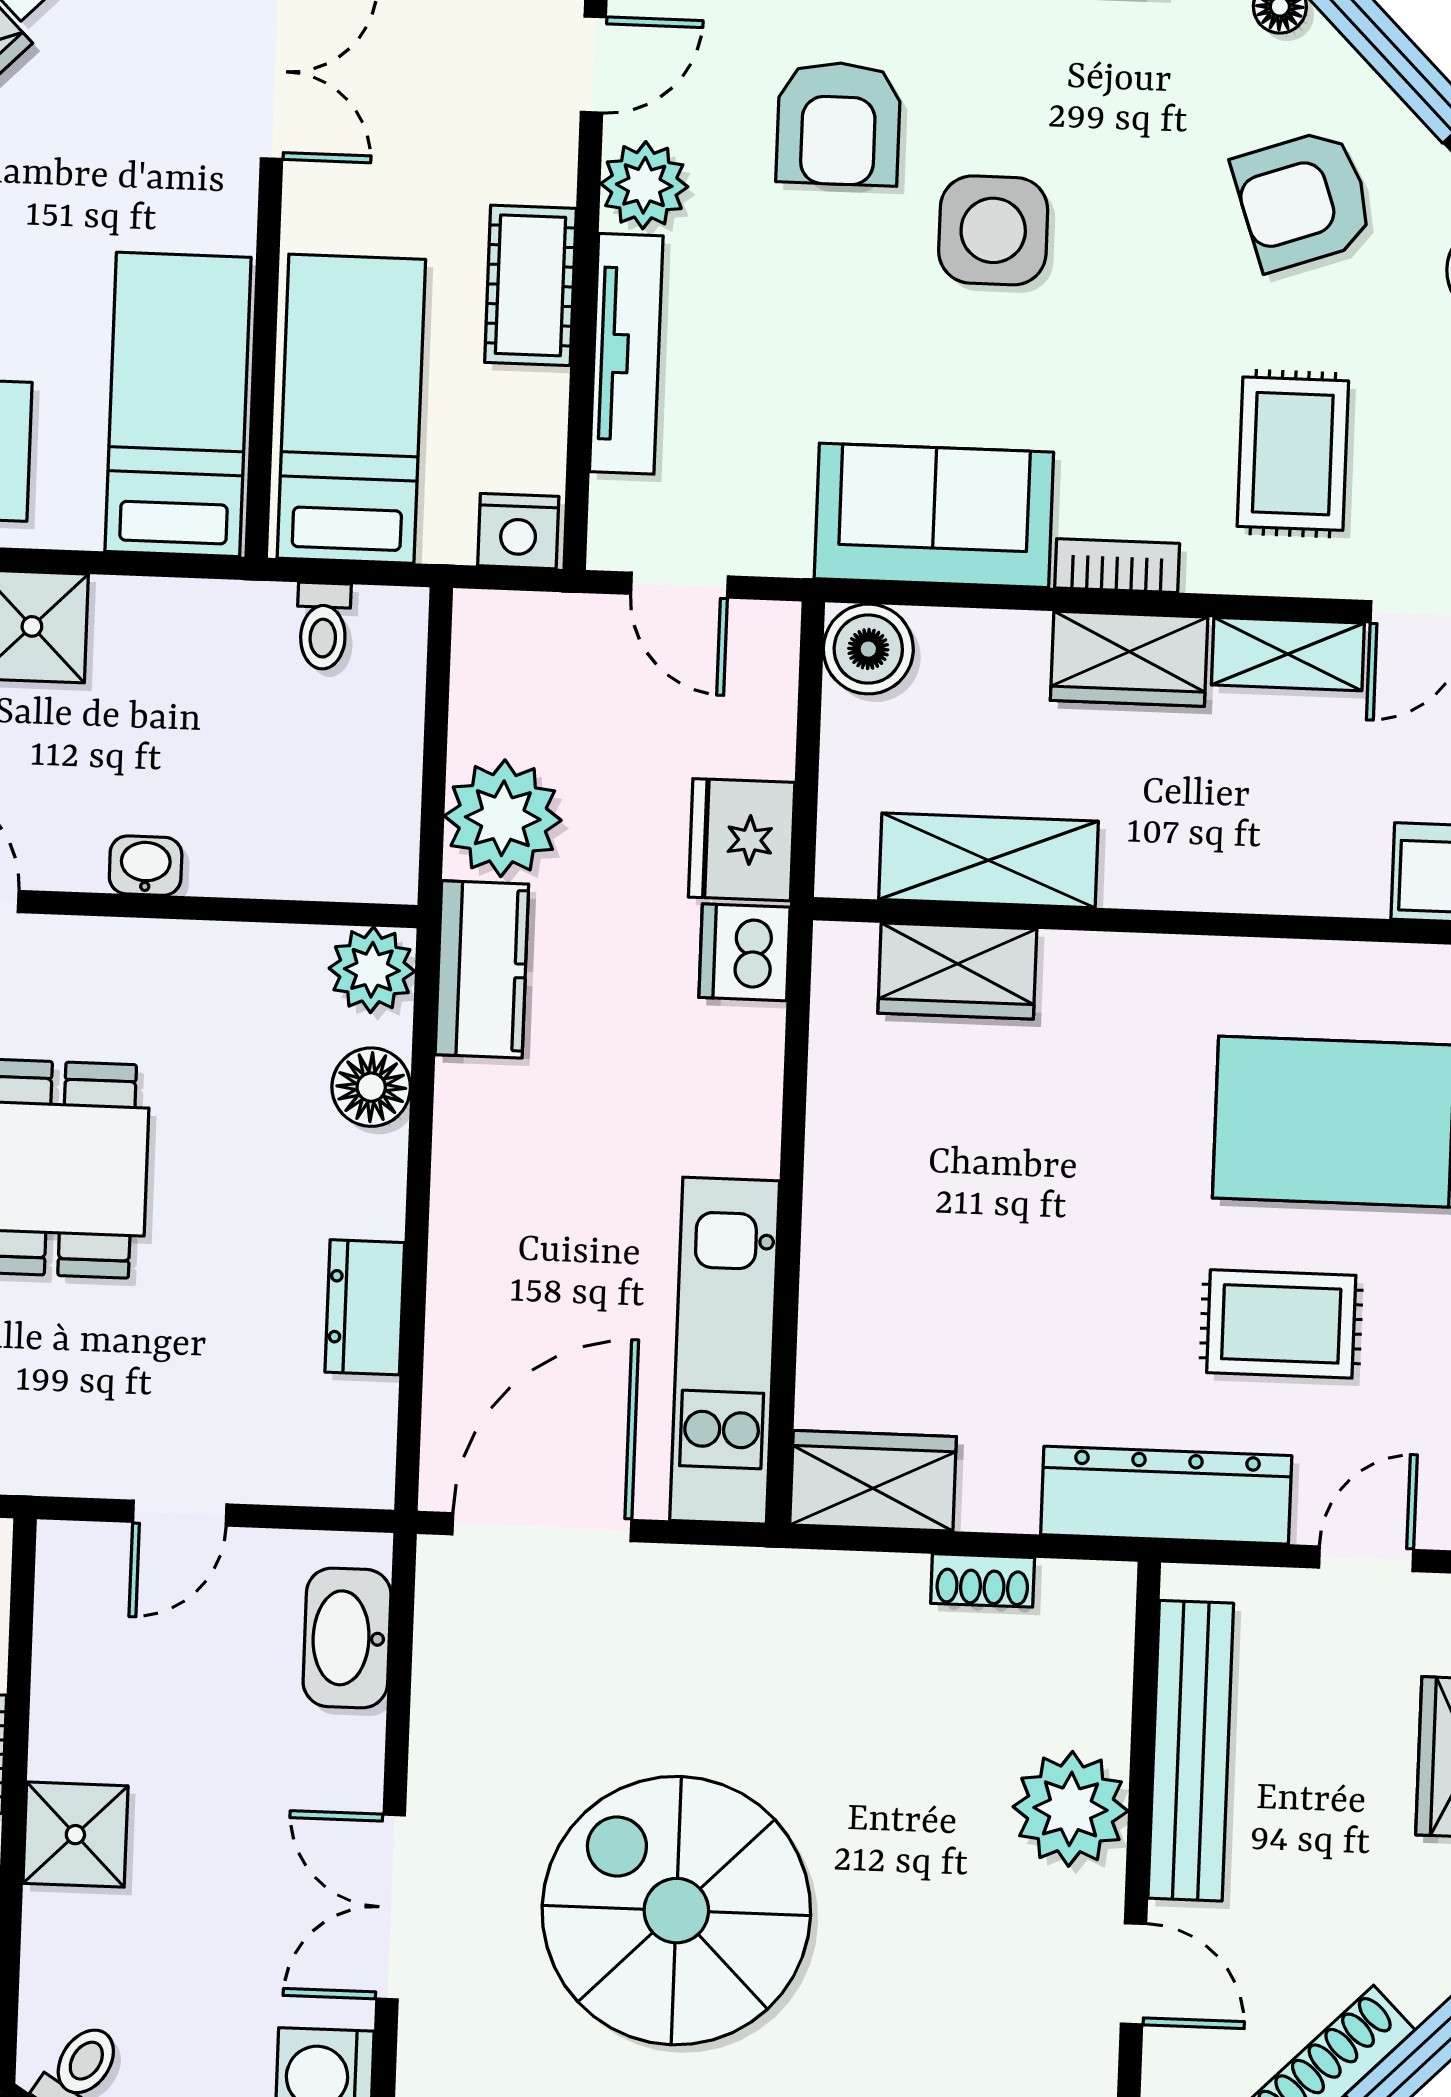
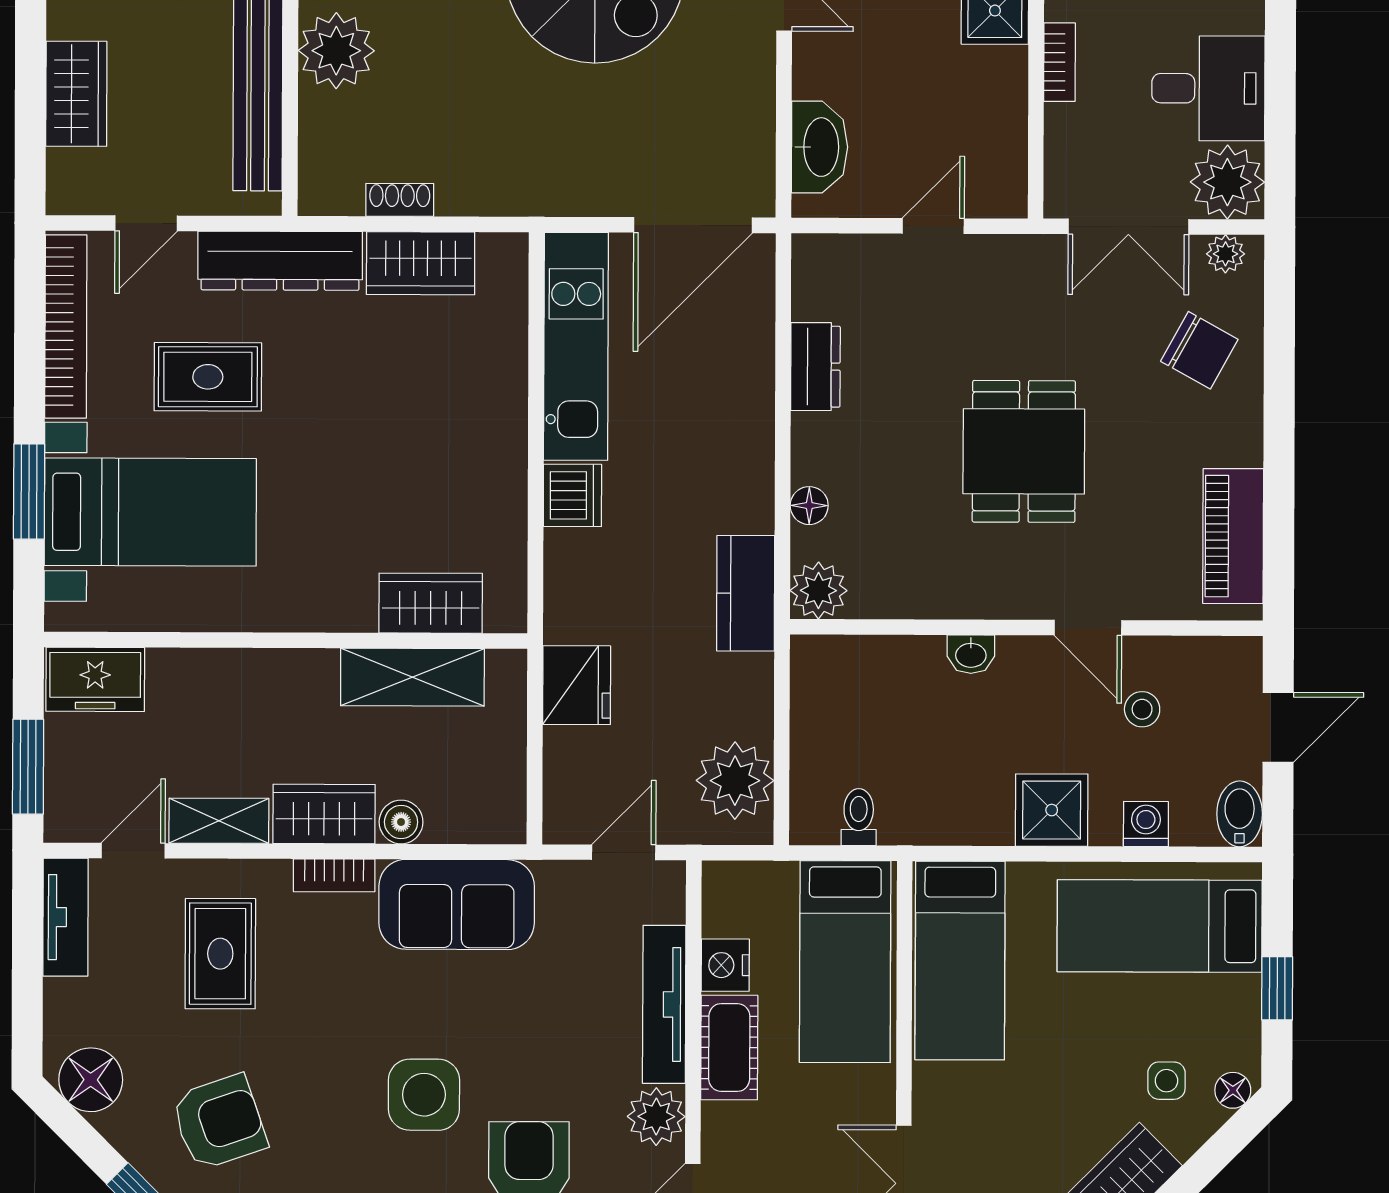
nightstand: (518, 531) -> (725, 965), moved, turned -90
door: (679, 585) -> (624, 852), hinge flipped
boiler: (868, 649) -> (401, 822), moved, width x0.73, depth x0.73
plant: (503, 818) -> (735, 781), moved
dishwasher: (744, 952) -> (572, 495), moved
floor lamp: (371, 1087) -> (809, 506), width x0.73, depth x0.73
wardrobe: (873, 1481) -> (421, 263), moved

